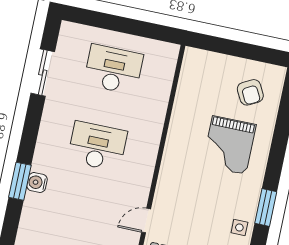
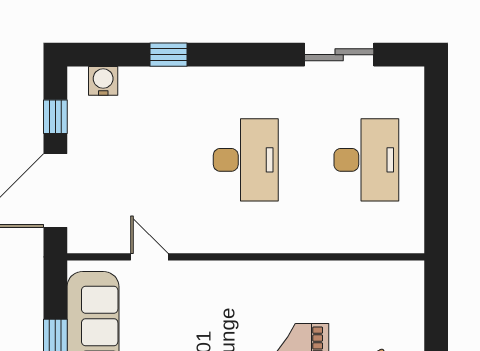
window: (20, 181) -> (169, 55), width x0.67
water cooler: (37, 182) -> (103, 81), moved

